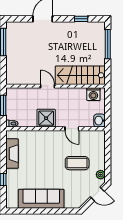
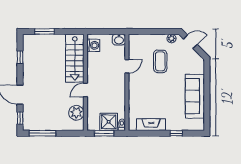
window: (19, 19) -> (20, 118), added
window: (108, 44) -> (45, 31), width x0.69
plant: (24, 77) -> (76, 113), added
shower: (46, 118) -> (109, 122), moved
door: (97, 194) -> (190, 42), hinge flipped

